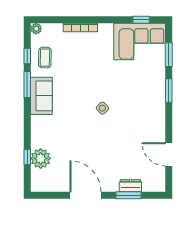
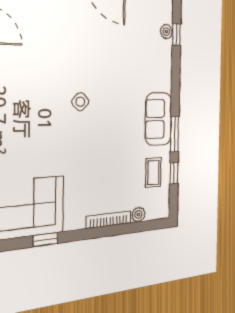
window: (141, 20) -> (45, 240), moved
plant: (36, 29) -> (138, 214), moved
plant: (41, 158) -> (166, 32), width x0.53, depth x0.53

